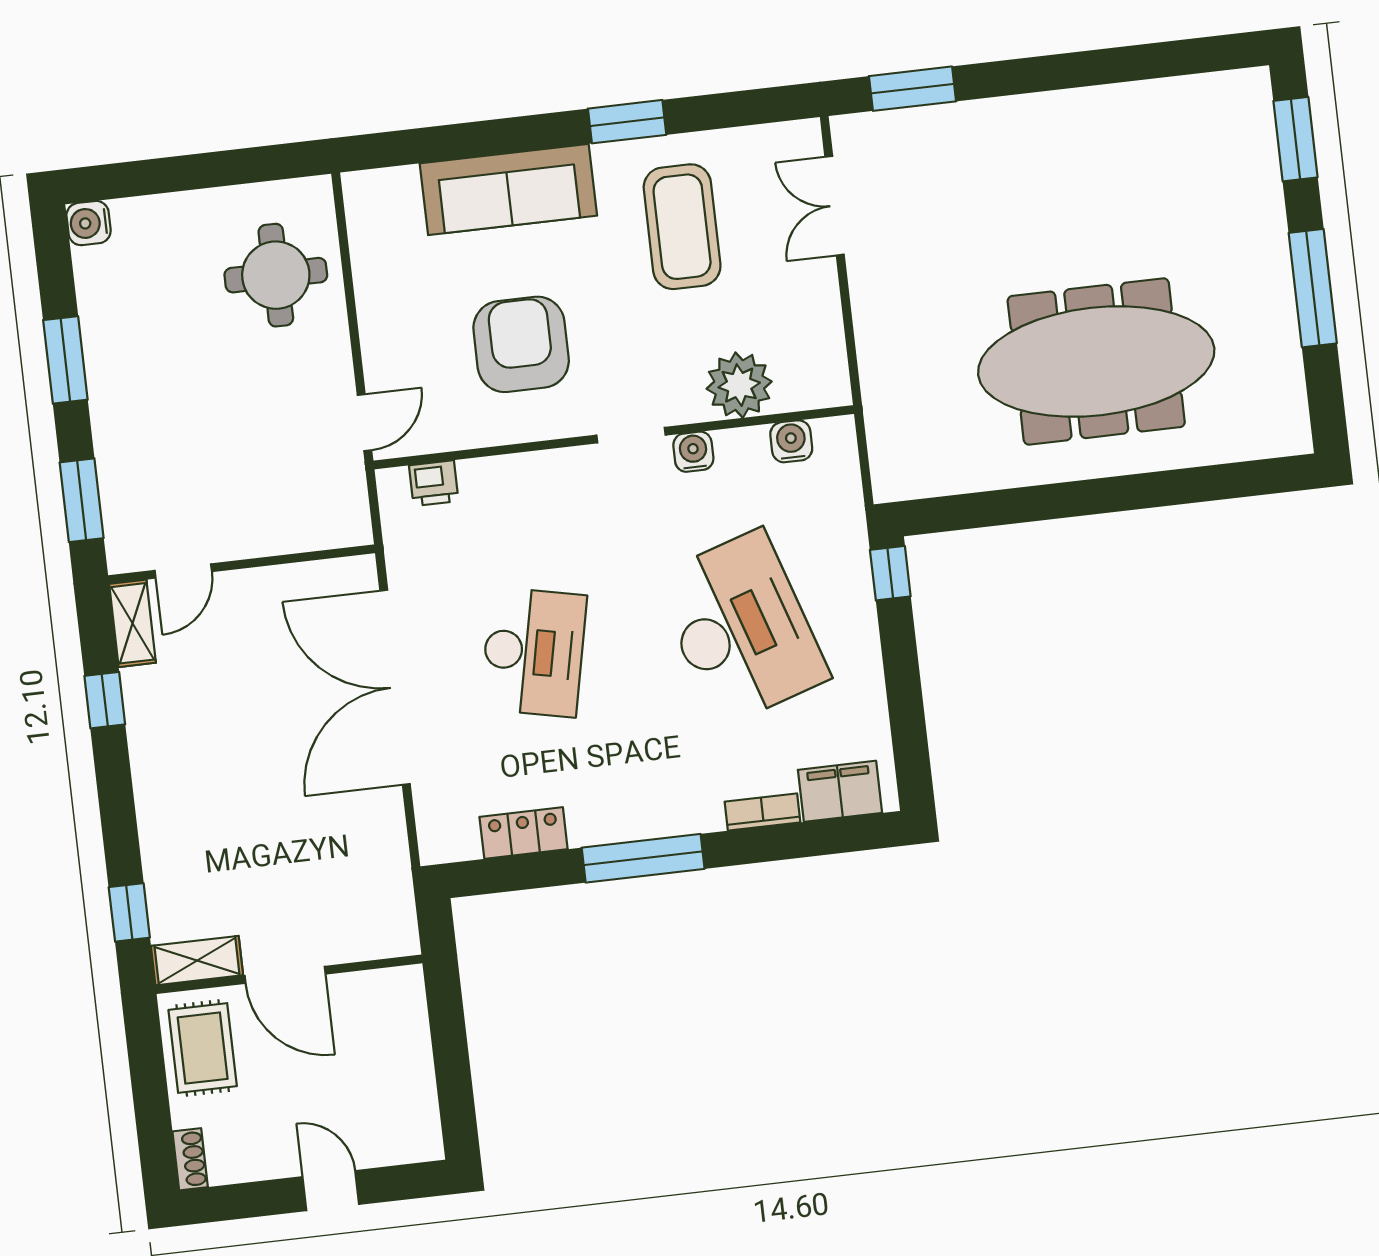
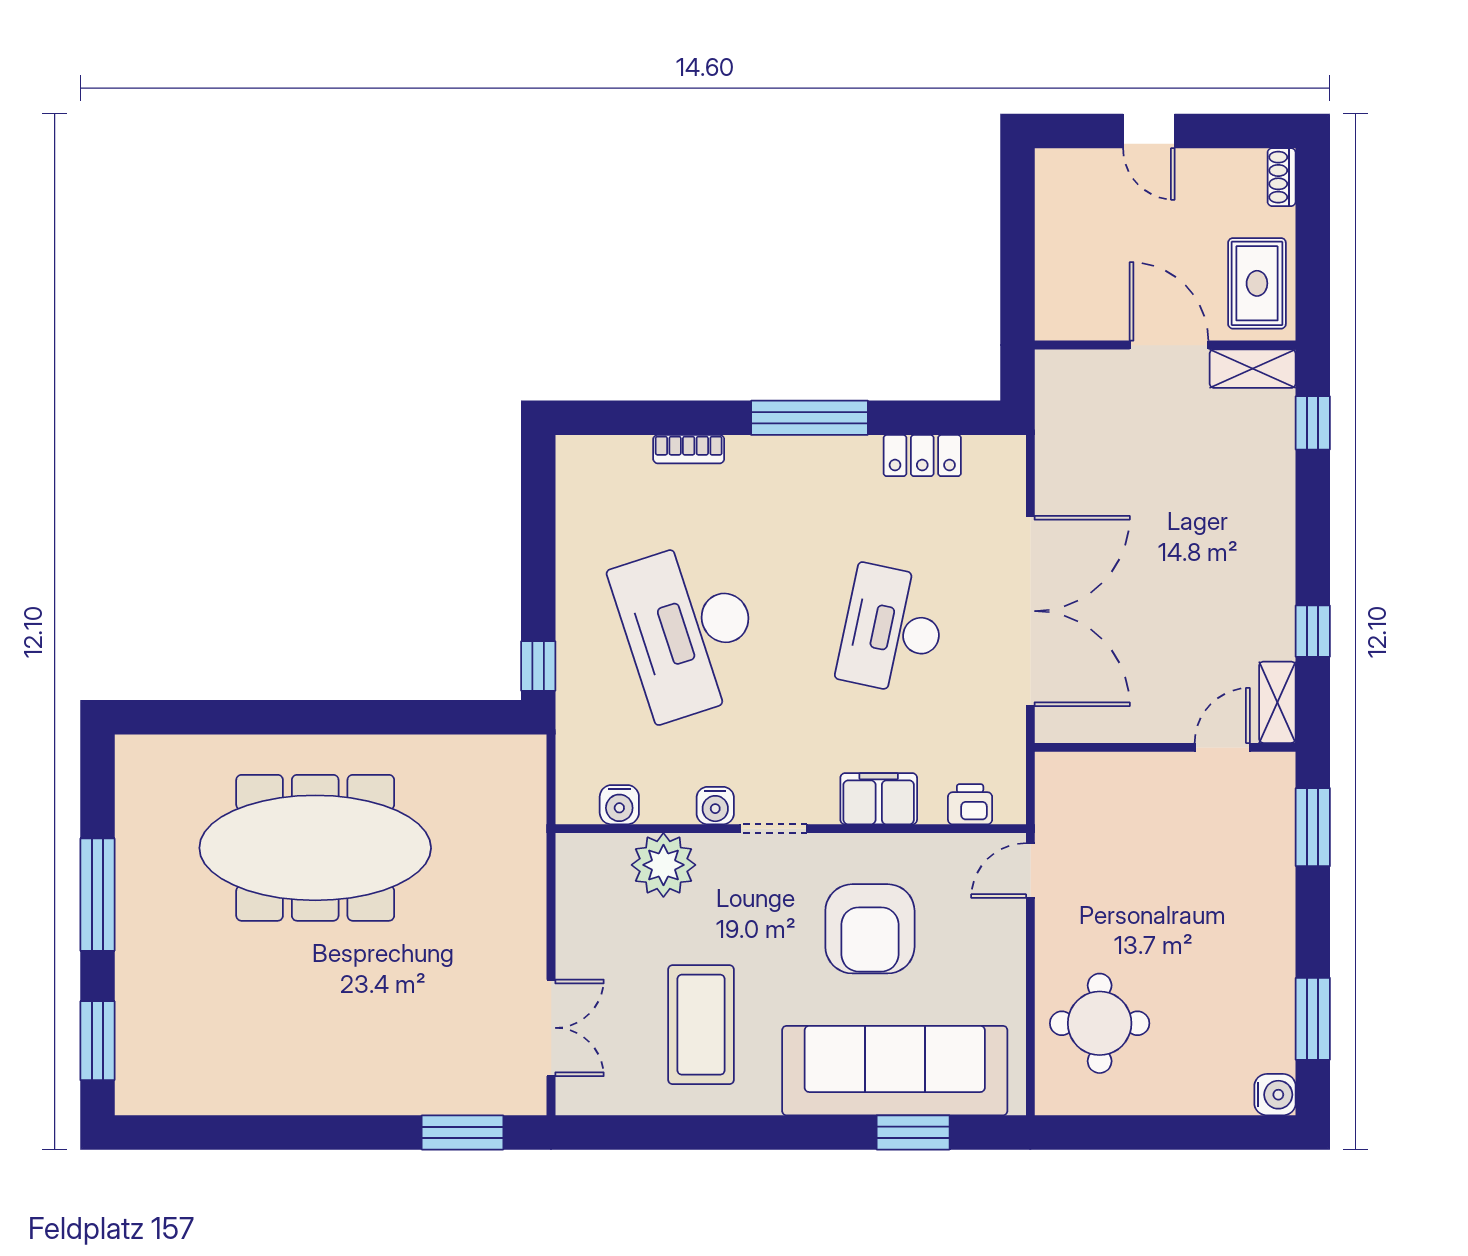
window: (627, 122) -> (913, 1132), moved
sofa: (508, 190) -> (895, 1071), width x1.36, depth x1.27
window: (65, 360) -> (1313, 1019), moved
filing cabinet: (840, 791) -> (879, 799), moved, turned 180

